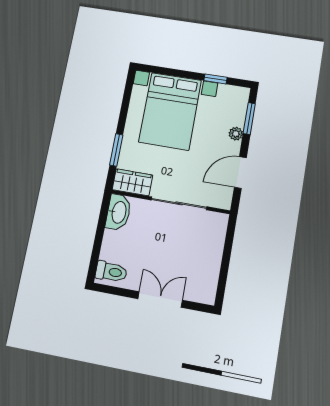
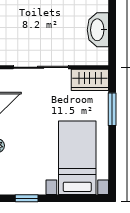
bed with nightstands: (170, 111) -> (77, 158), width x0.73
washbasin: (118, 212) -> (98, 30), moved

